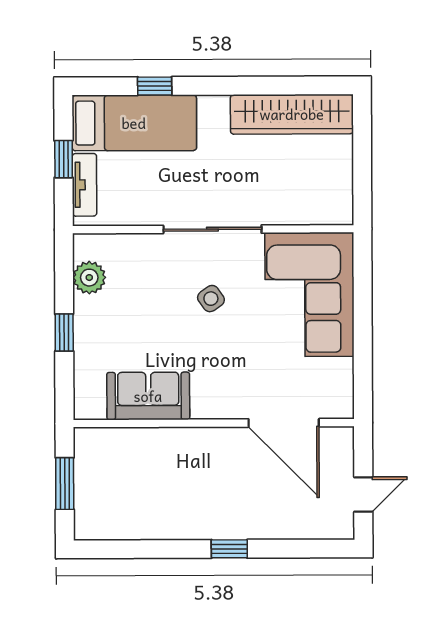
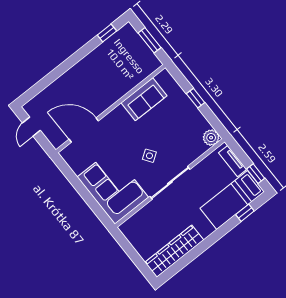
window: (155, 86) -> (245, 213), moved
window: (64, 159) -> (256, 174), moved
plant: (89, 278) -> (211, 138), moved
window: (229, 549) -> (107, 33), moved

